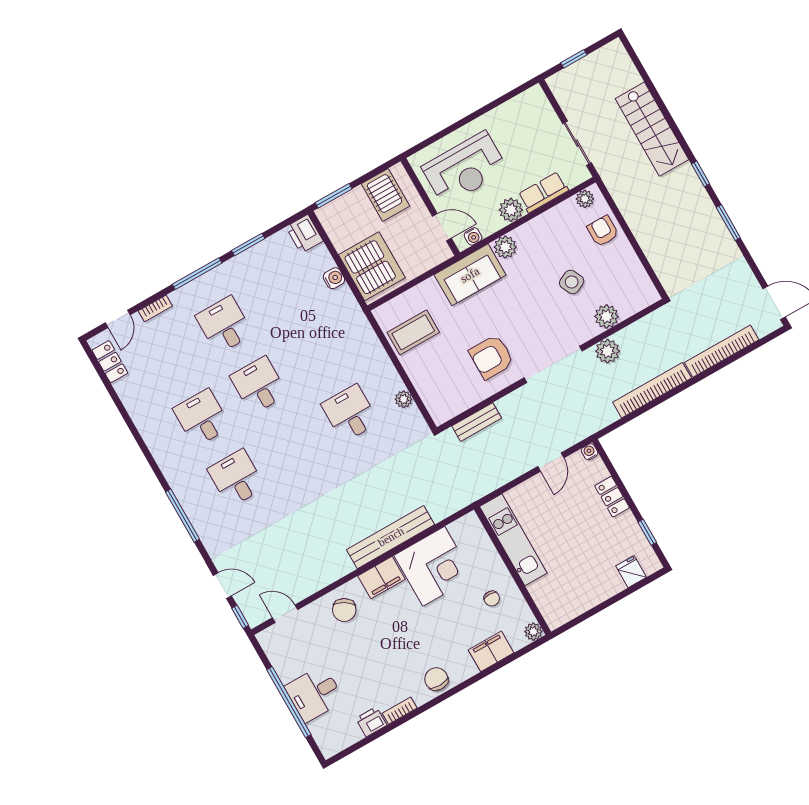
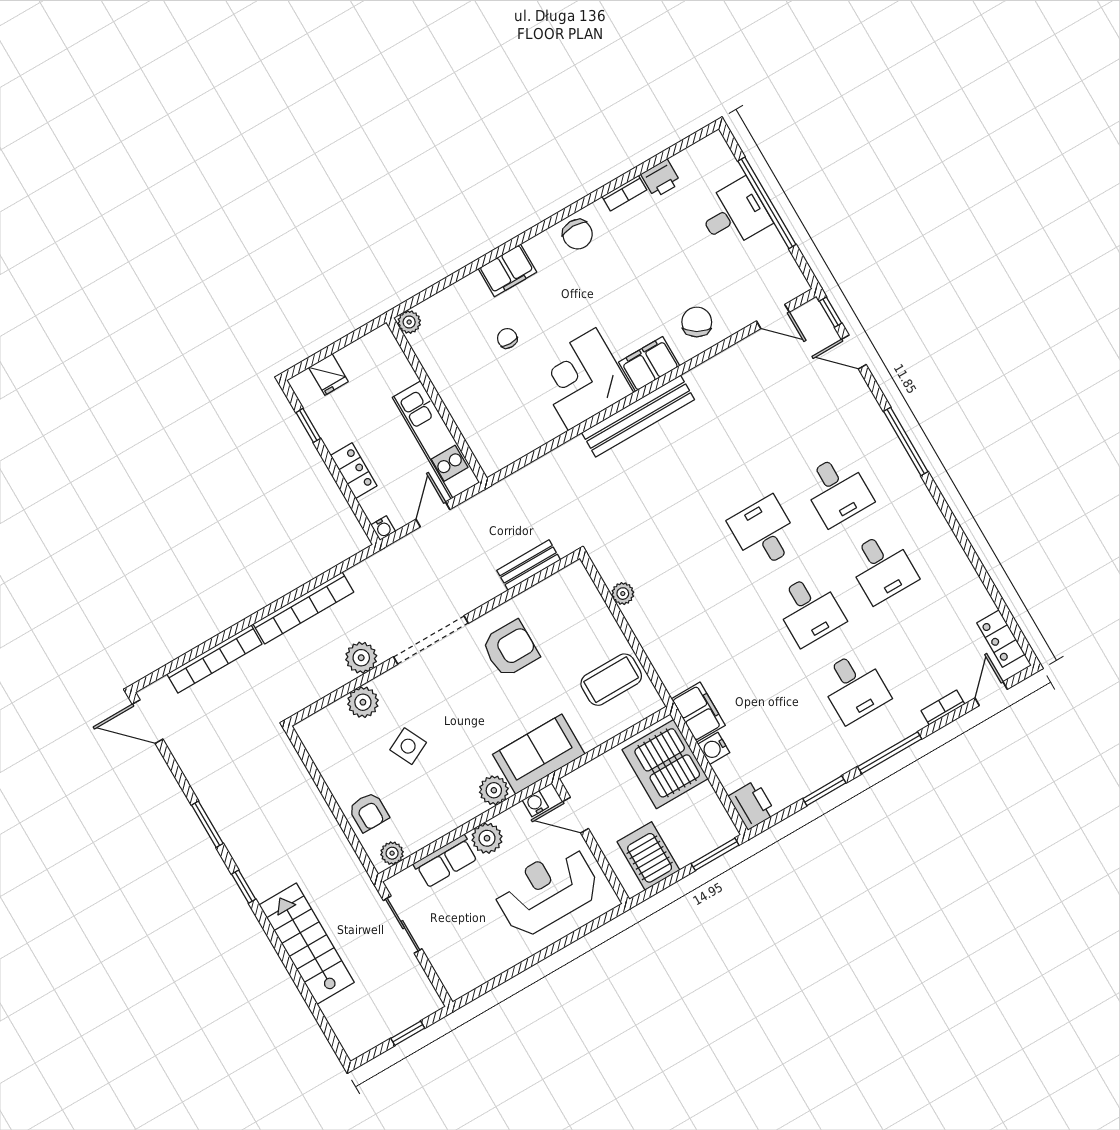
filing cabinet: (346, 306) -> (698, 712), added
desk: (350, 413) -> (764, 532), moved, turned 180
kitchen unit: (513, 540) -> (436, 440), moved
wall: (513, 571) -> (437, 400), moved
plant: (533, 632) -> (409, 322), moved

